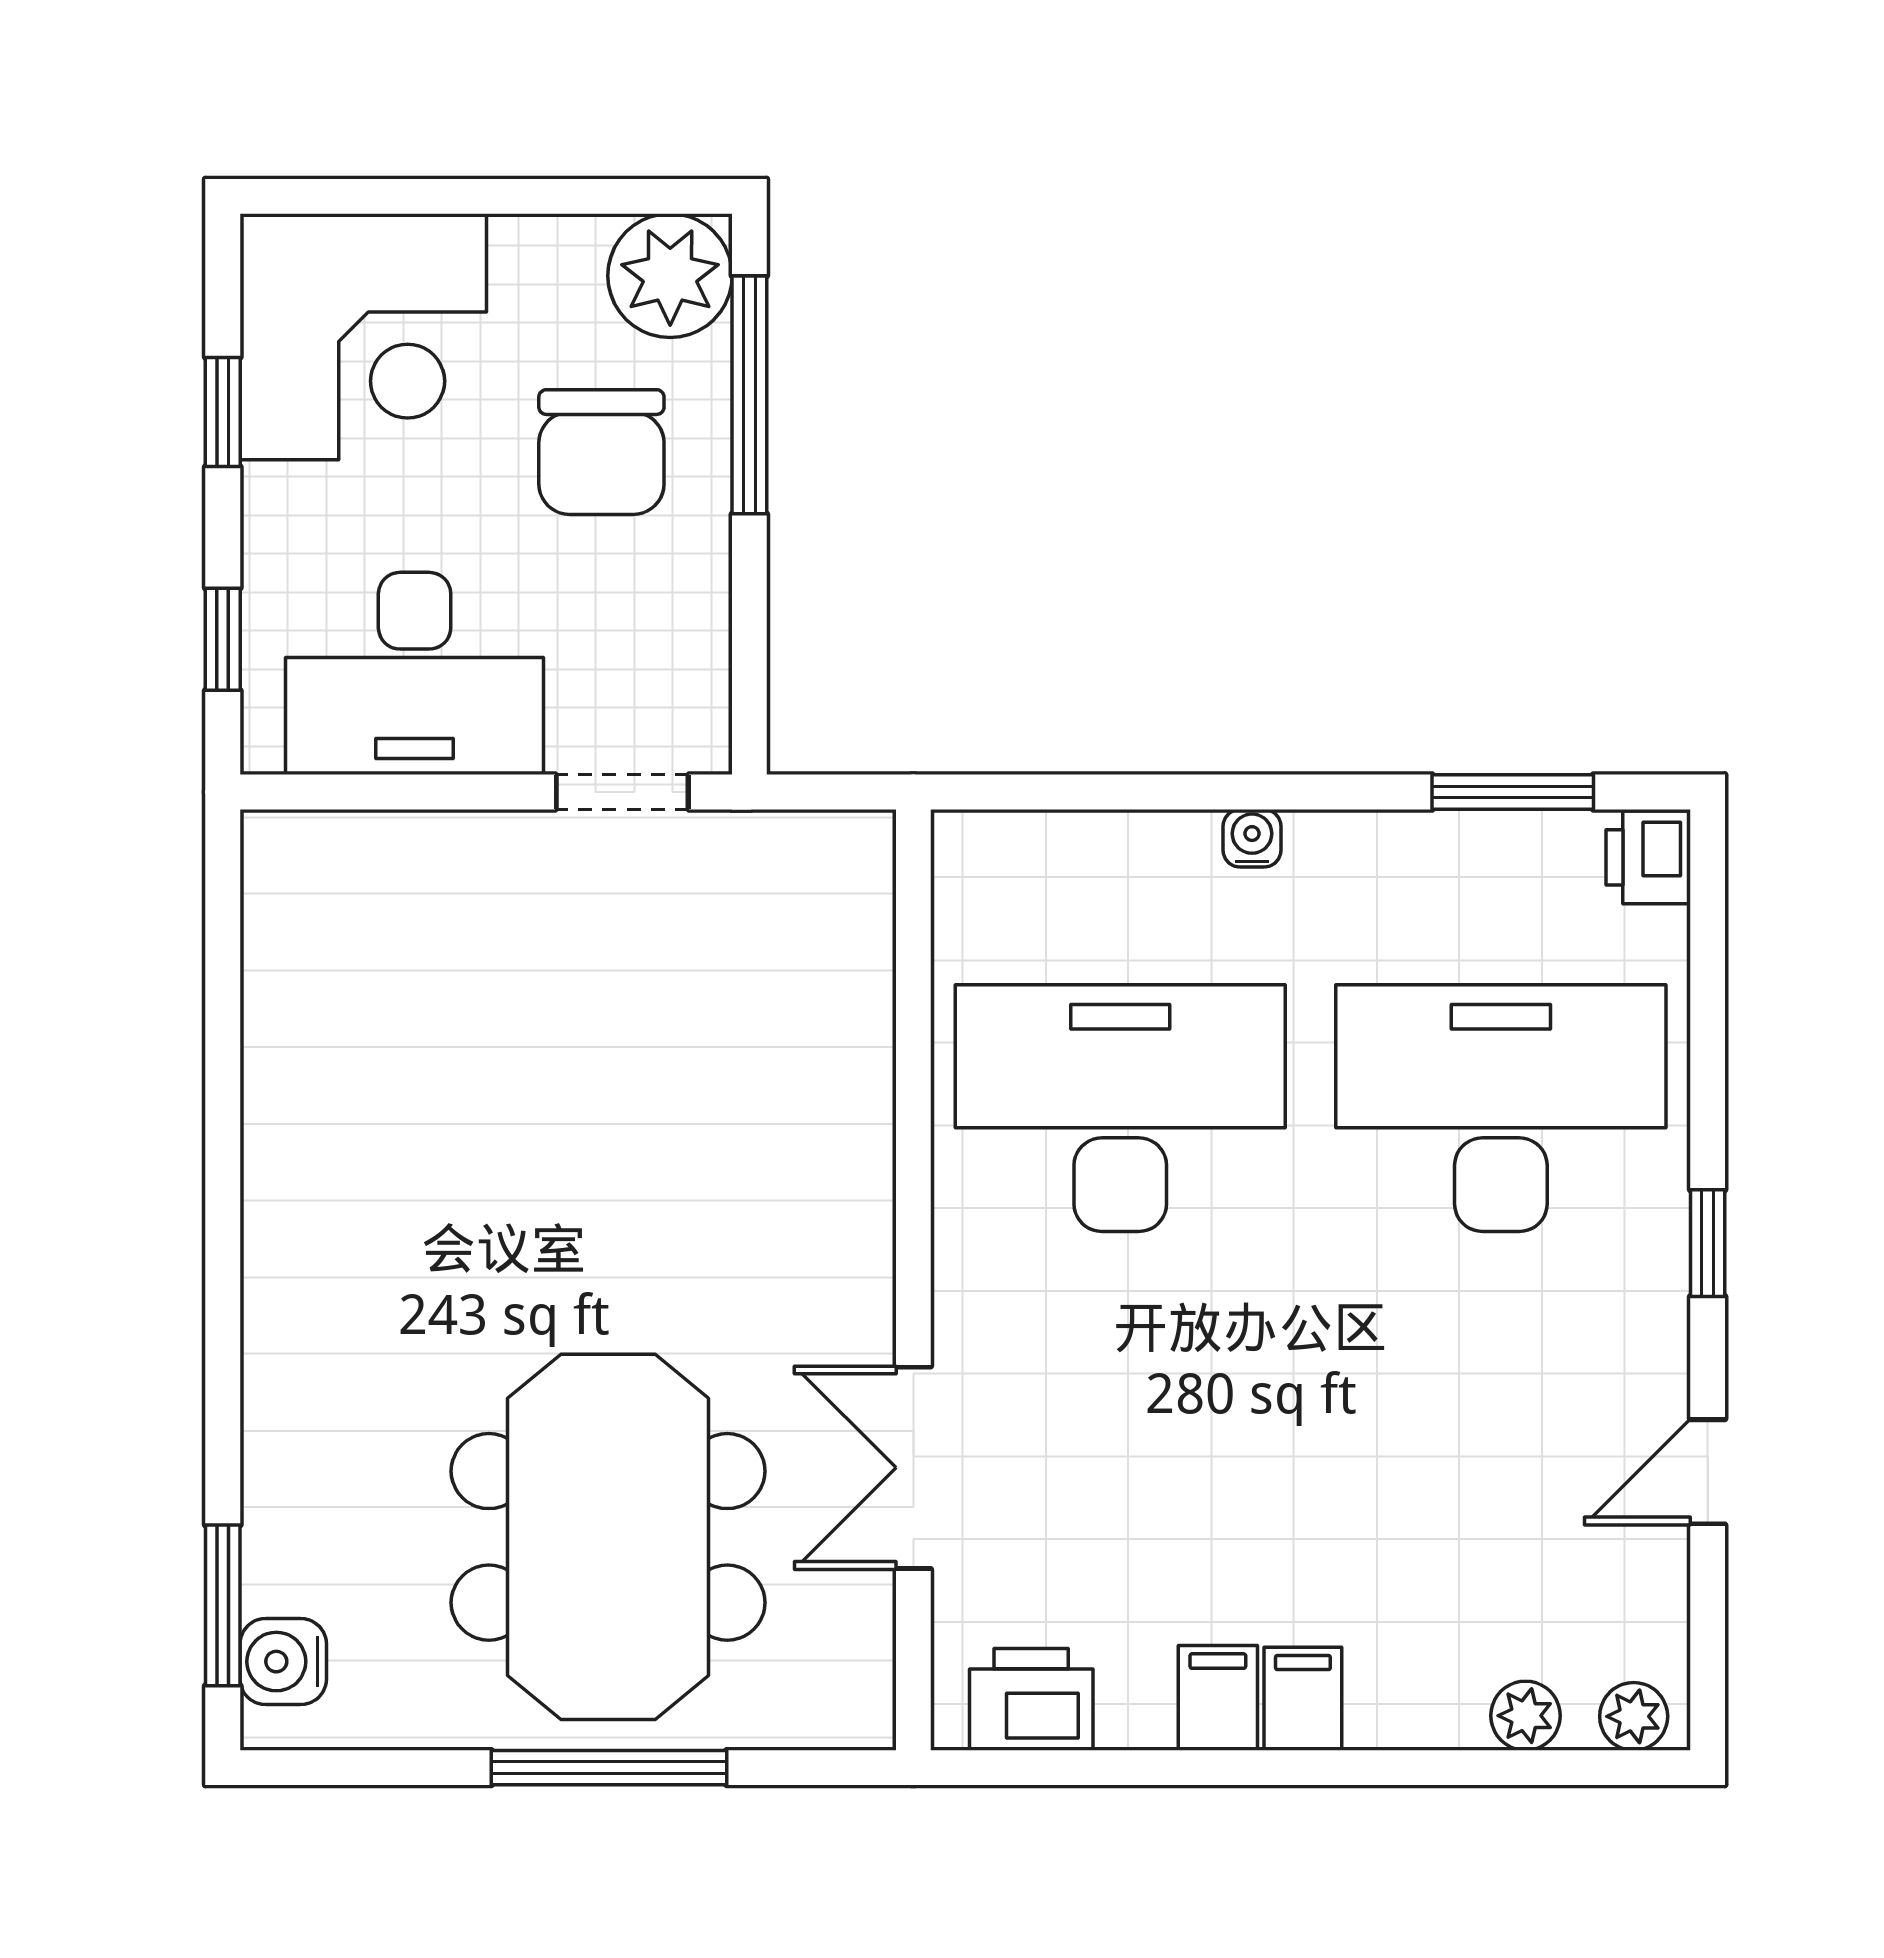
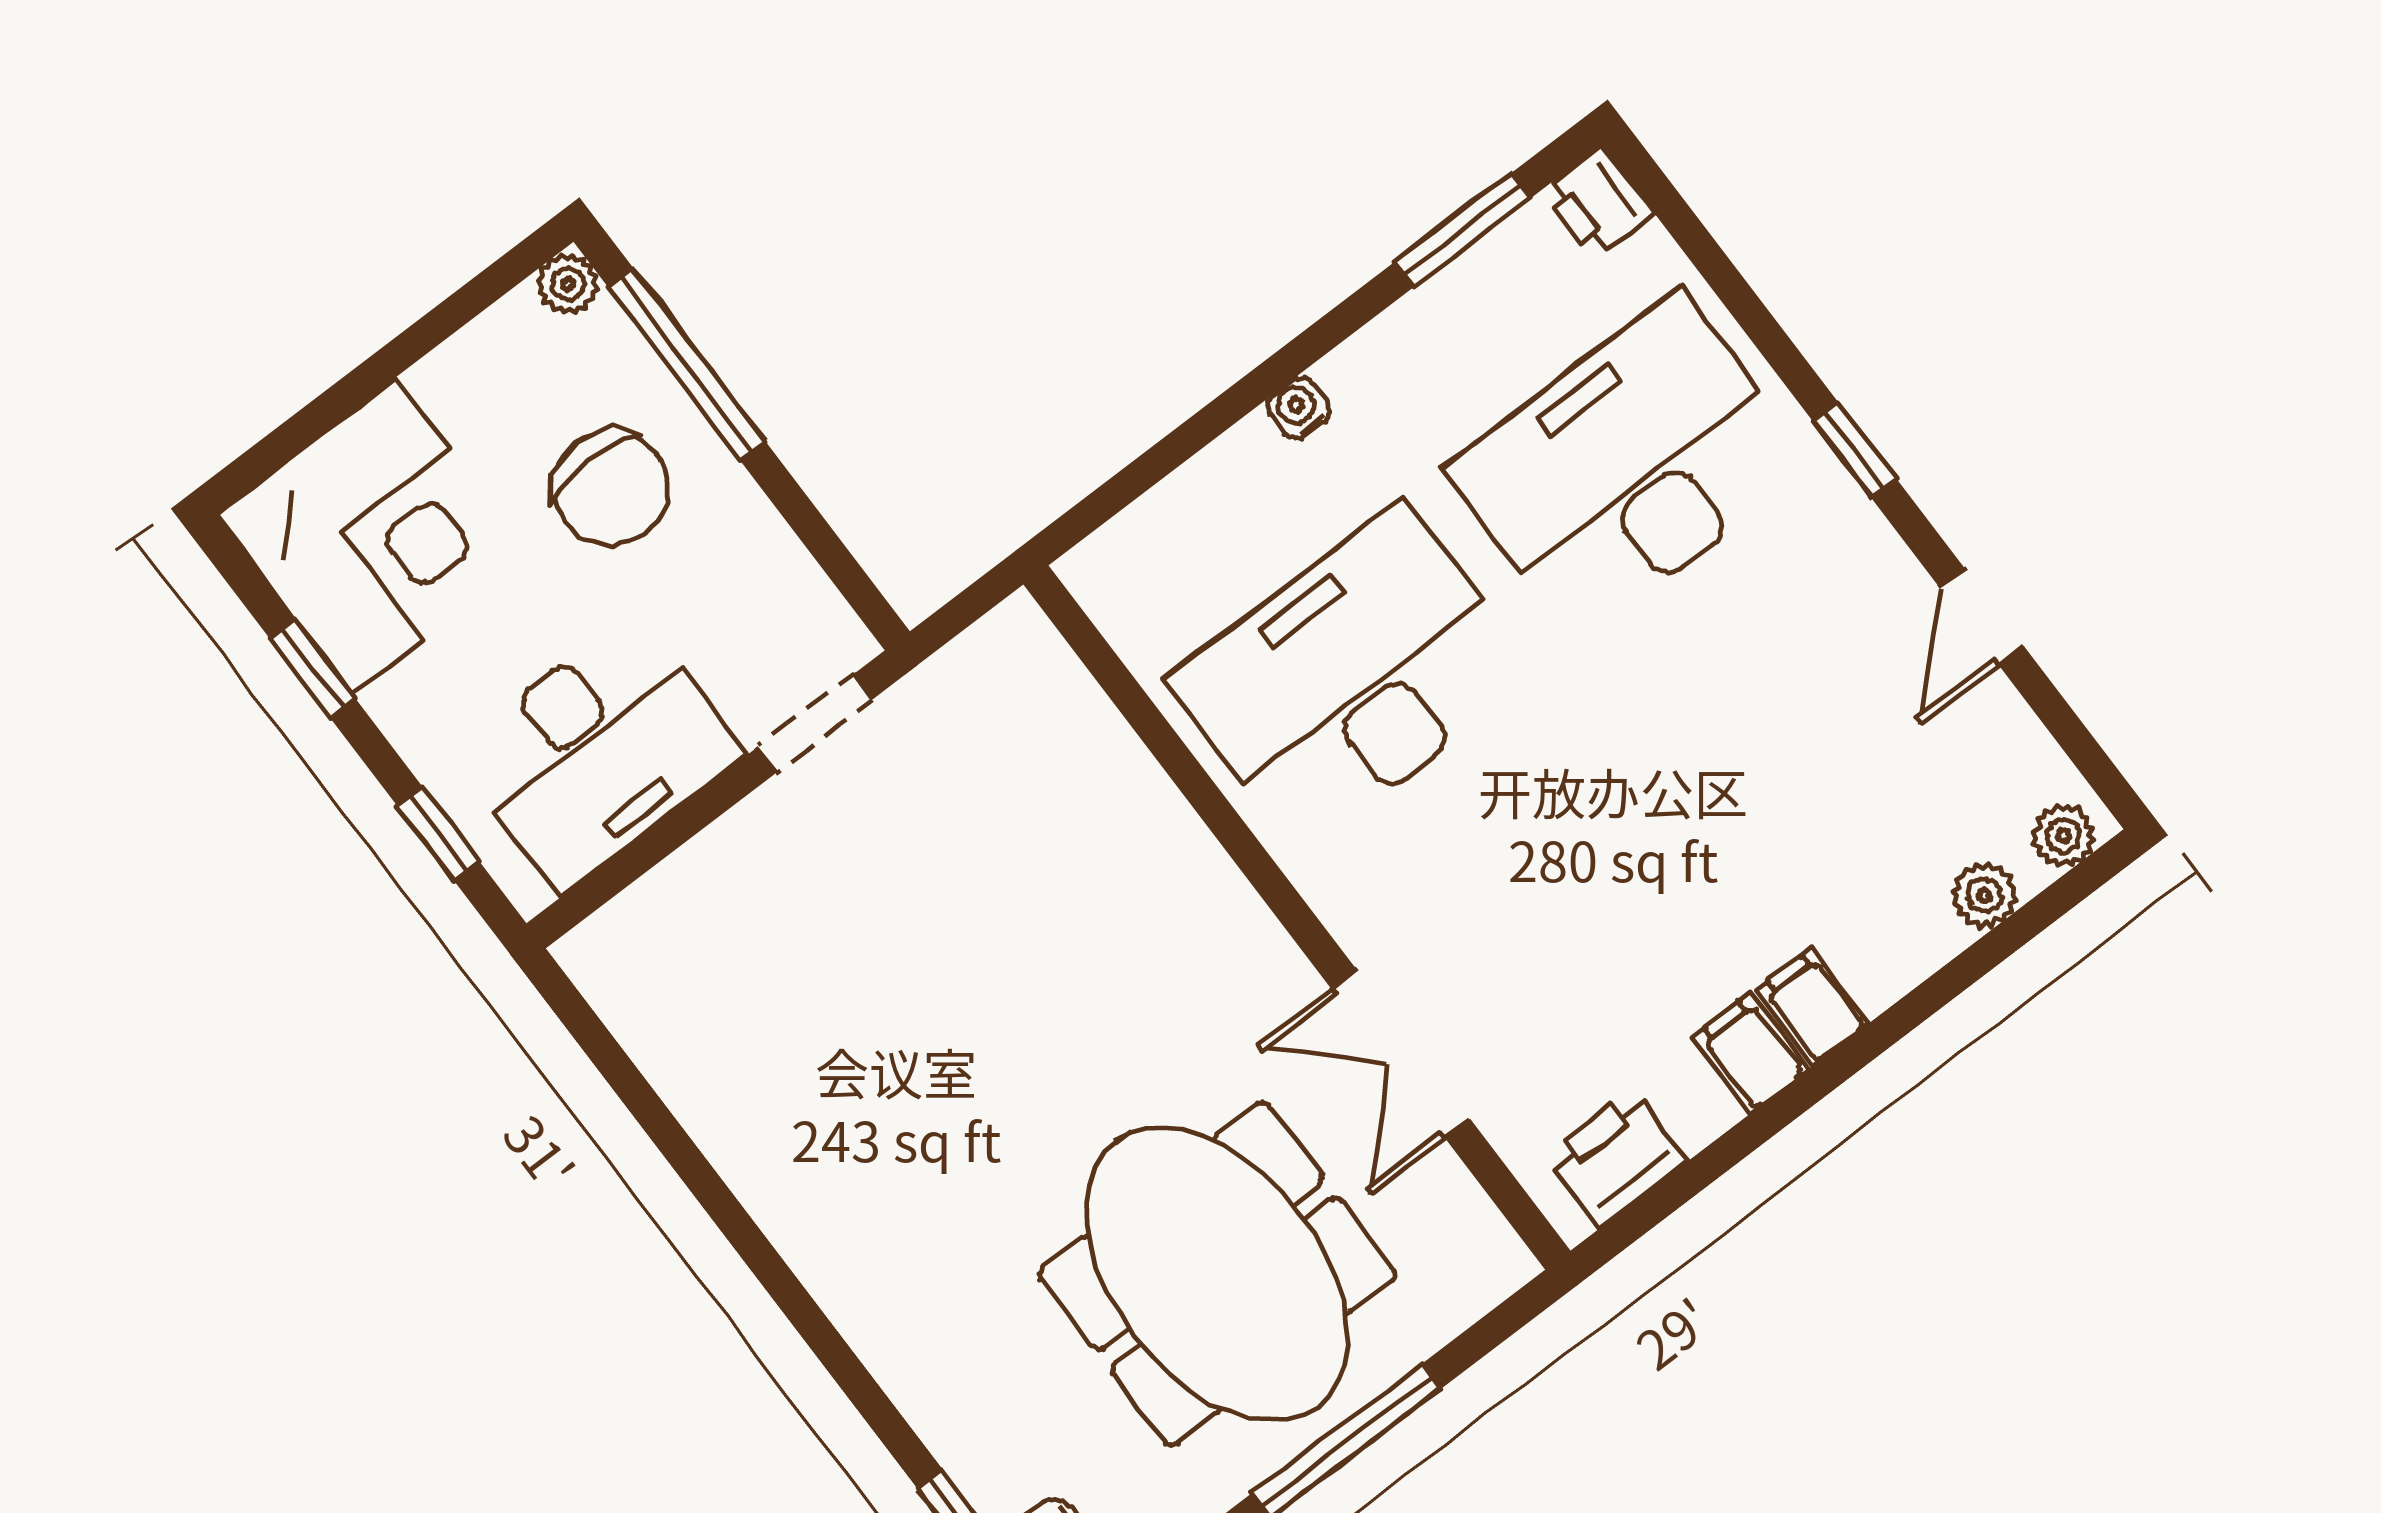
plant: (670, 276) -> (568, 284), width x0.53, depth x0.53

